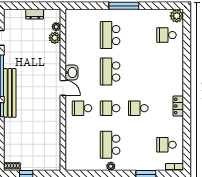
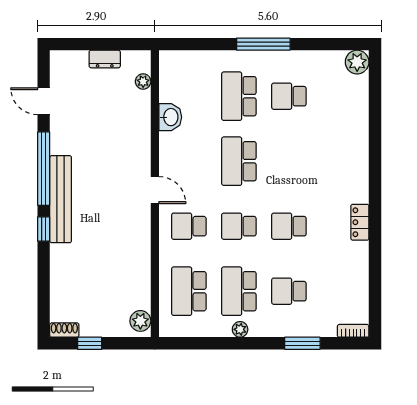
school desk: (166, 35) -> (289, 96), moved
plant: (55, 38) -> (140, 321), moved
washbasin: (71, 72) -> (170, 117), moved
school desk: (82, 145) -> (189, 291), added
school desk: (166, 145) -> (289, 291), moved

